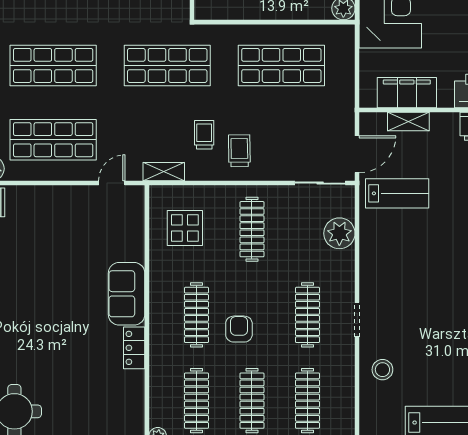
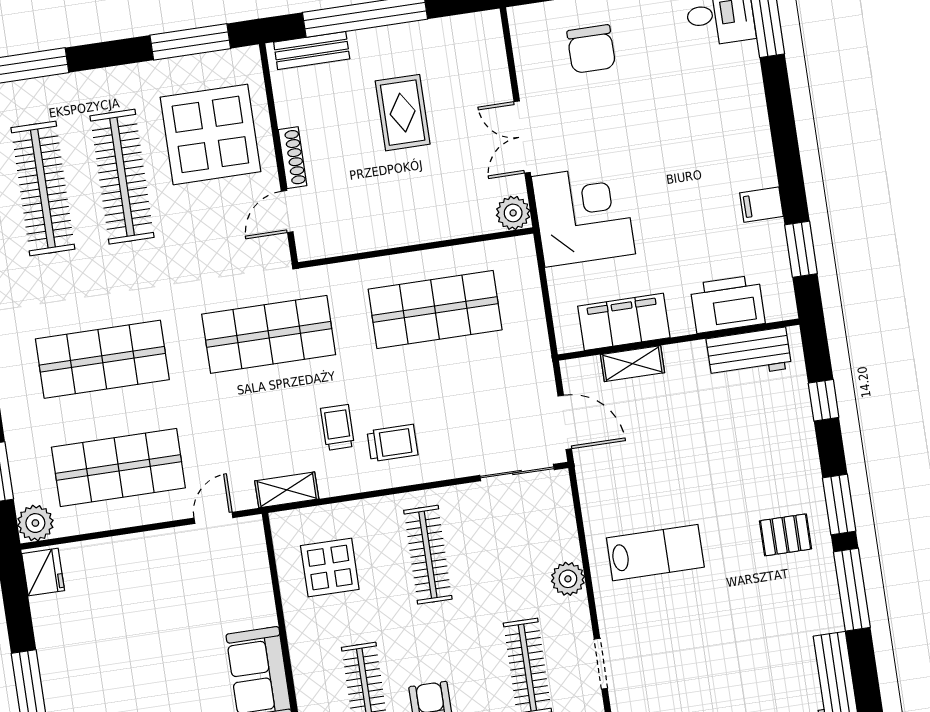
trolley: (239, 151) -> (392, 443), turned 91
door: (357, 154) -> (565, 422), hinge flipped
lab bench: (397, 193) -> (655, 553), moved
plant: (339, 233) -> (568, 579), moved, width x0.73, depth x0.73

